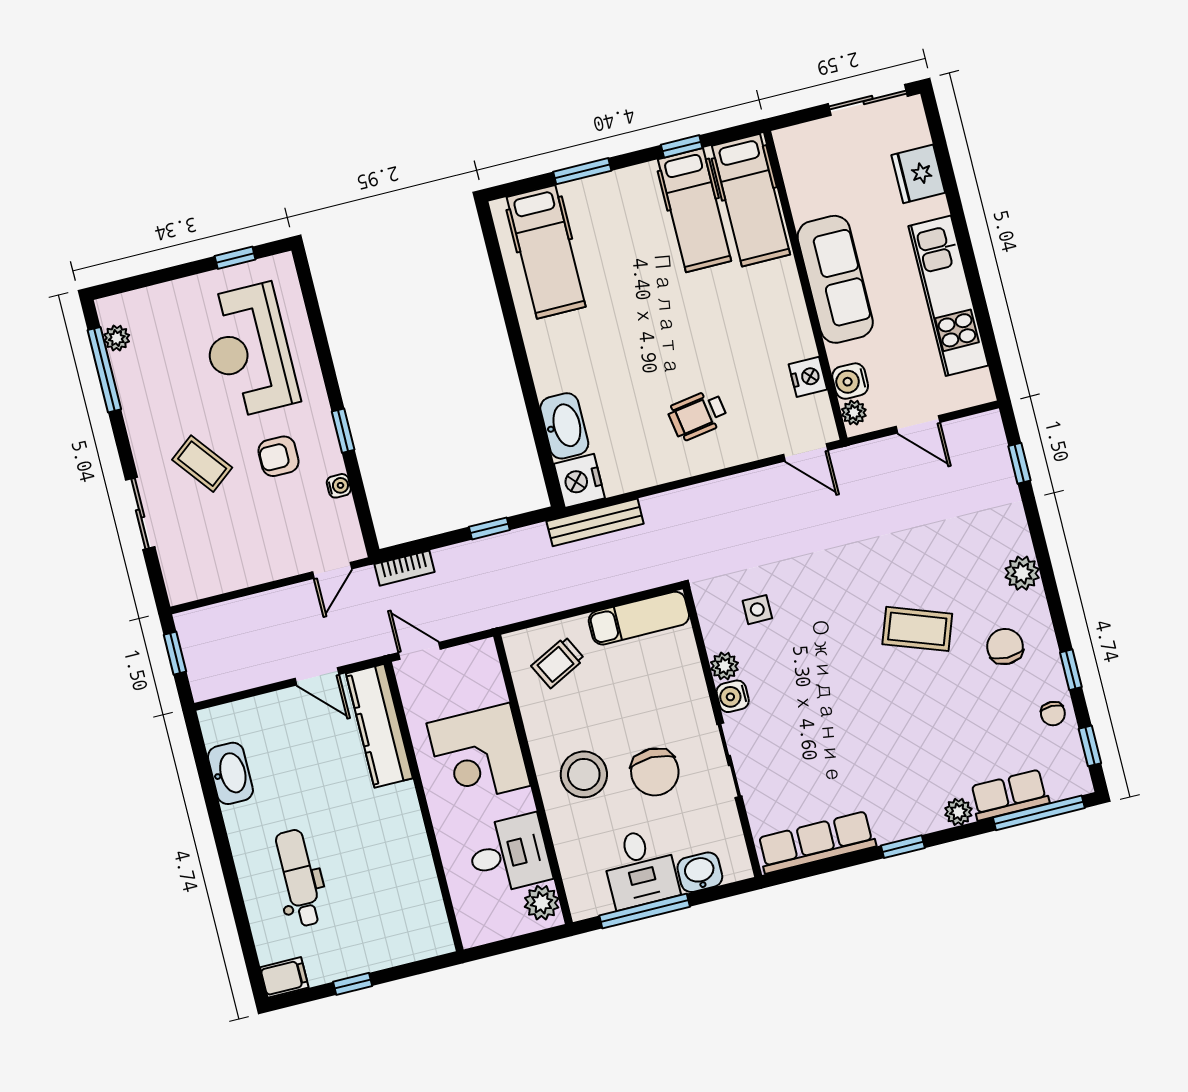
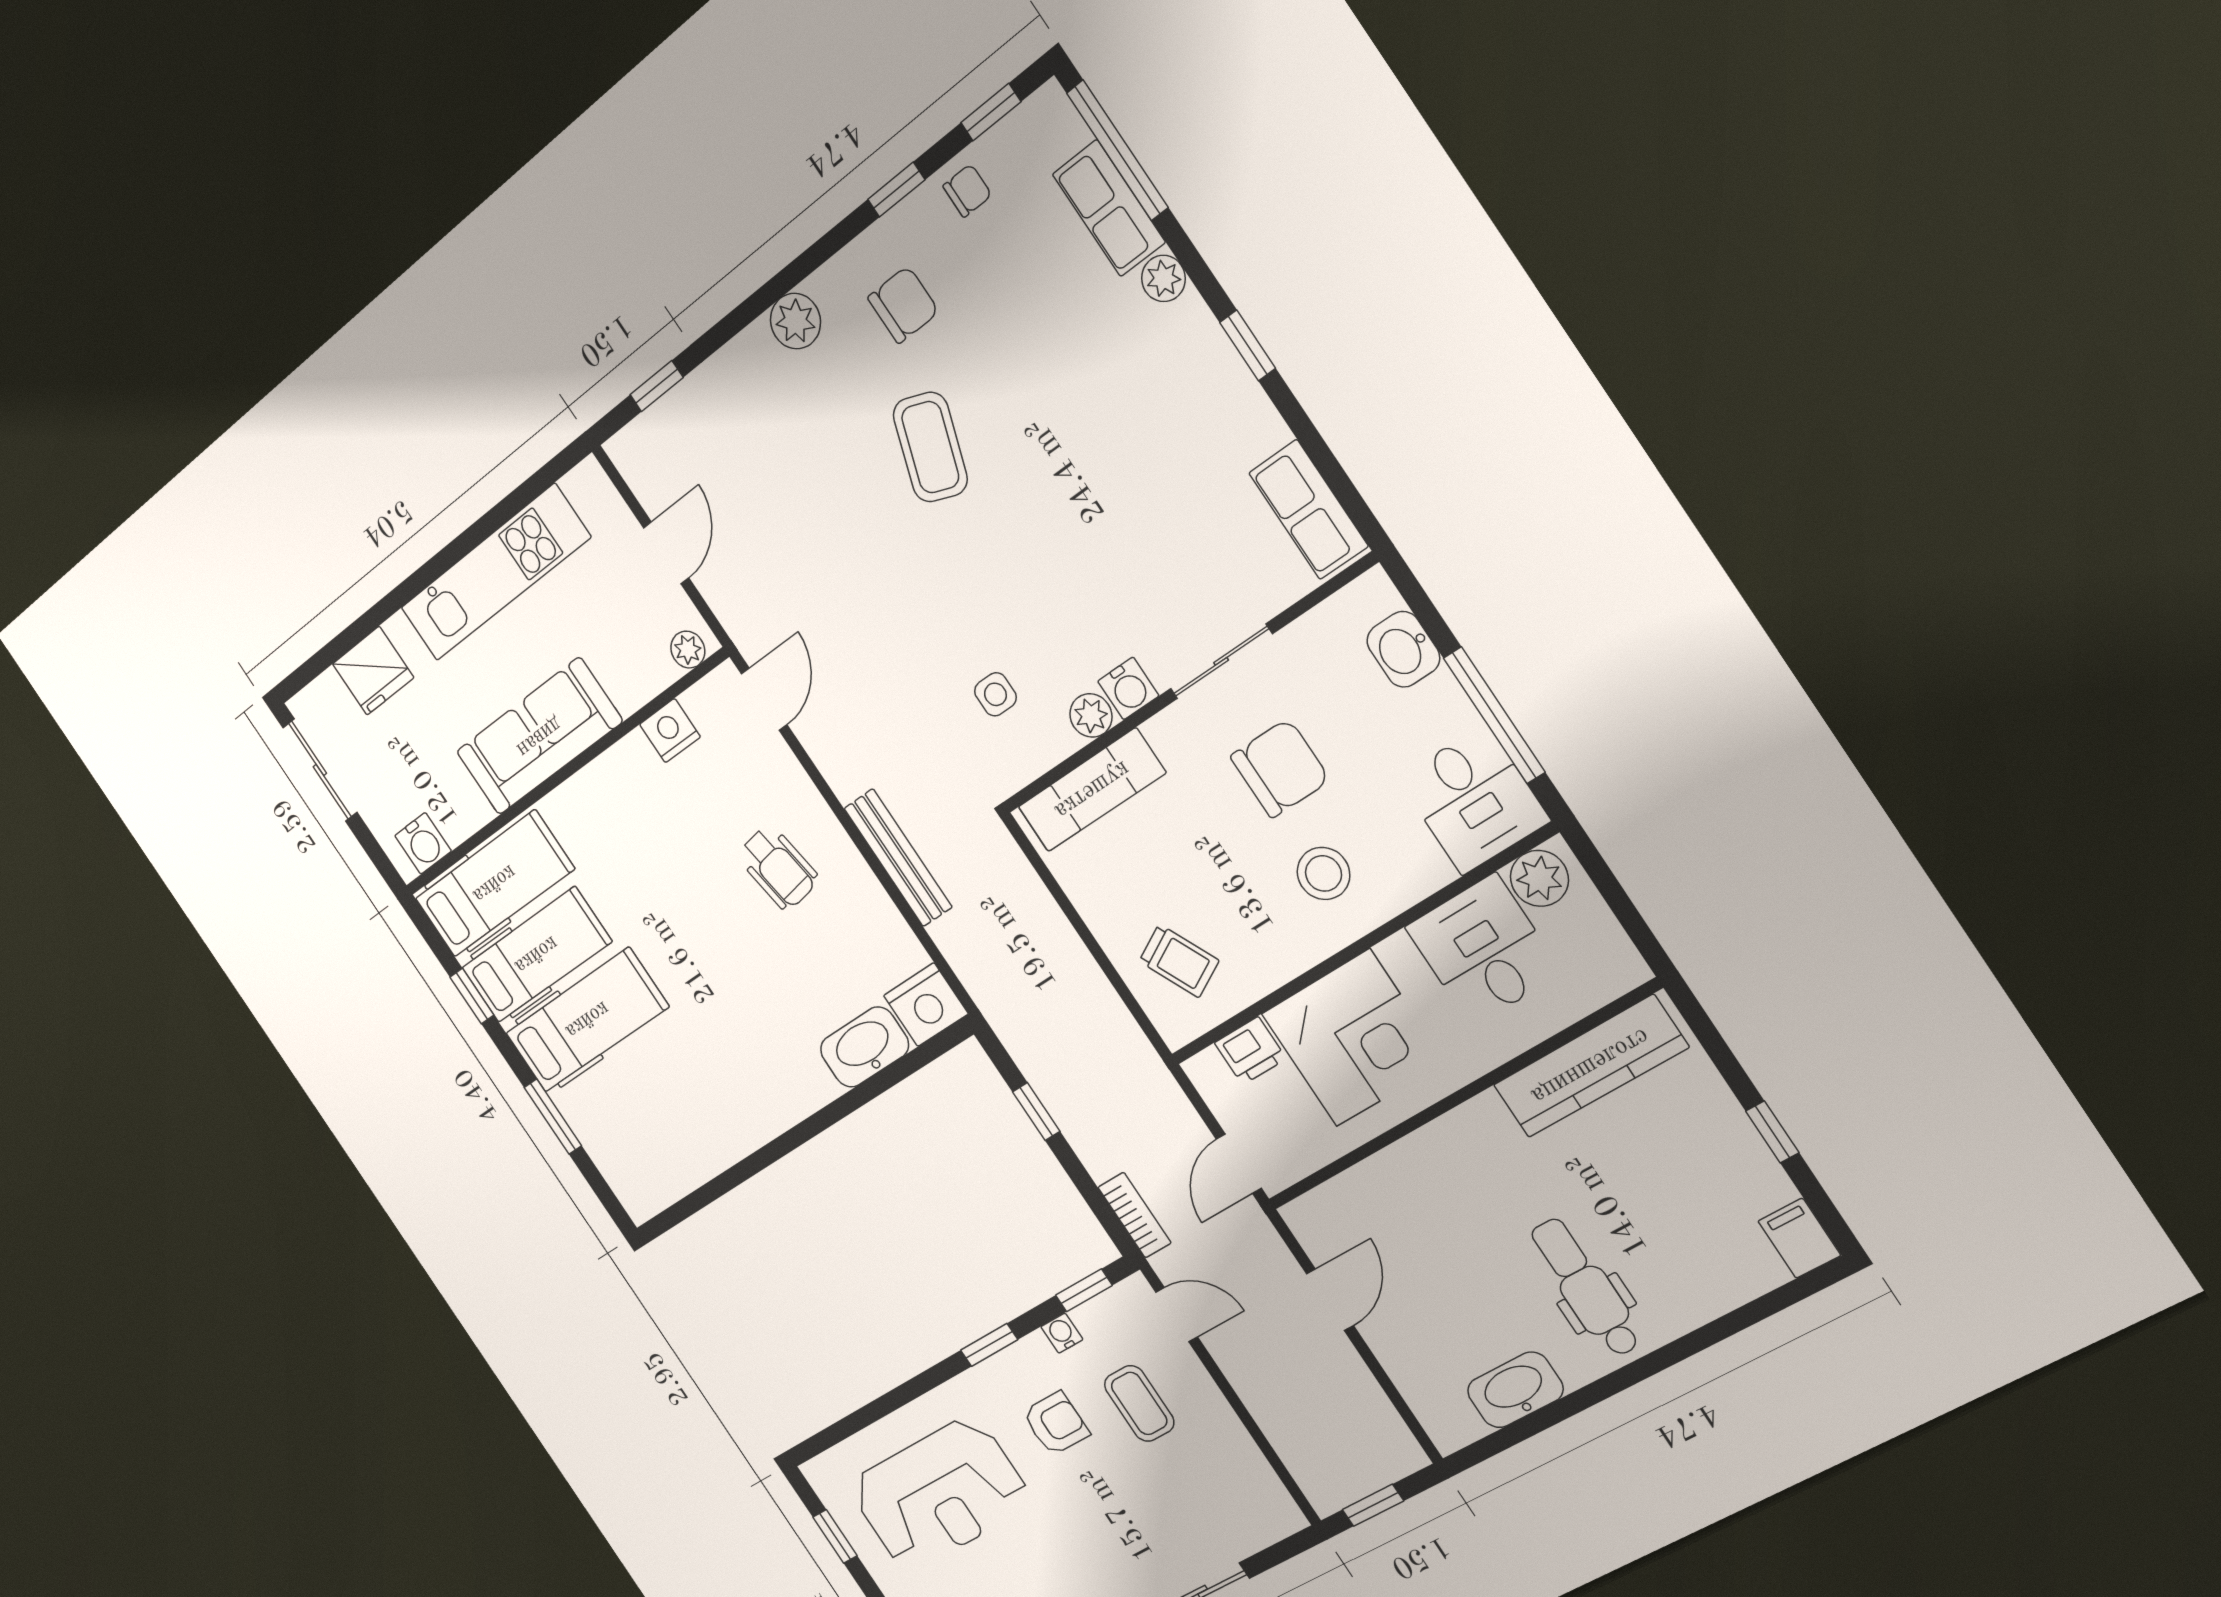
hospital bed: (546, 252) -> (587, 1020), moved
water cooler: (850, 381) -> (423, 843), moved
armchair: (279, 456) -> (1056, 1423), turned -90
coffee table: (202, 464) -> (1139, 1403), moved, turned -52
window: (364, 513) -> (1084, 1290), added
bench: (595, 522) -> (898, 858), moved
exam couch: (639, 618) -> (1092, 790), moved, turned 90
chair: (1005, 647) -> (903, 305), turned 180
printer: (489, 686) -> (1250, 1051), added
kitchen counter: (379, 726) -> (1590, 1066), moved
stool: (584, 774) -> (1323, 873), width x0.73, depth x0.73
row of seats: (816, 842) -> (1308, 510), width x0.68
desk: (640, 868) -> (1474, 800), moved, turned 90
dental chair: (299, 878) -> (1586, 1288), moved, turned 90

